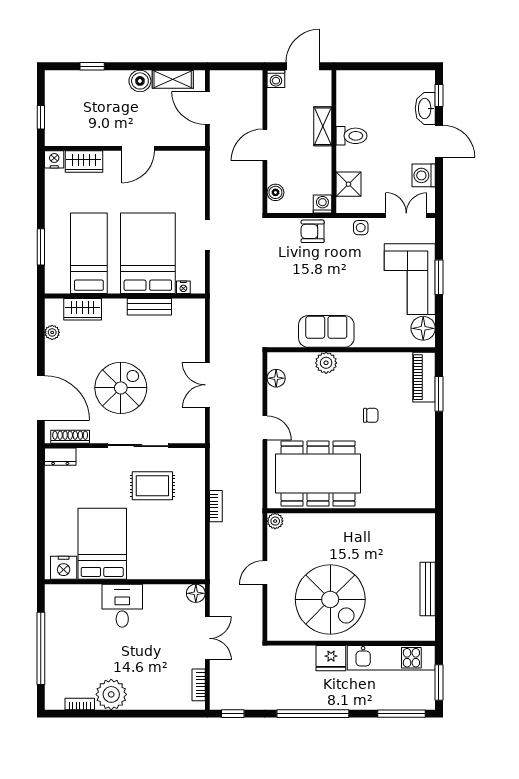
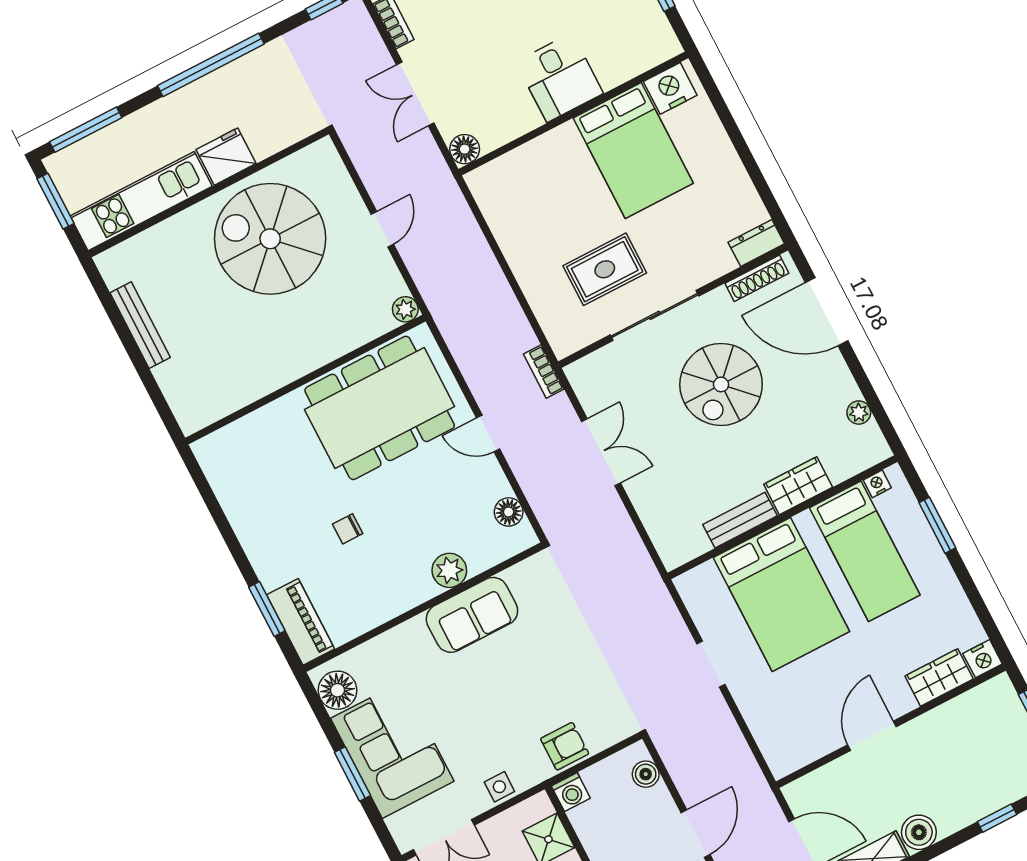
nightstand: (183, 287) -> (877, 484), moved
wardrobe: (83, 309) -> (798, 486), moved
bookcase: (216, 506) -> (544, 372), moved

